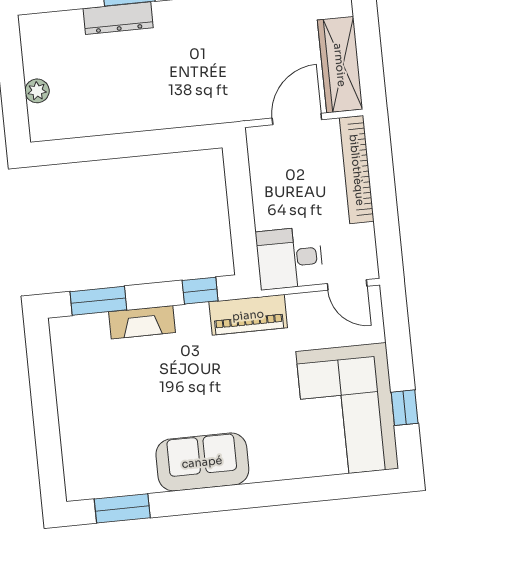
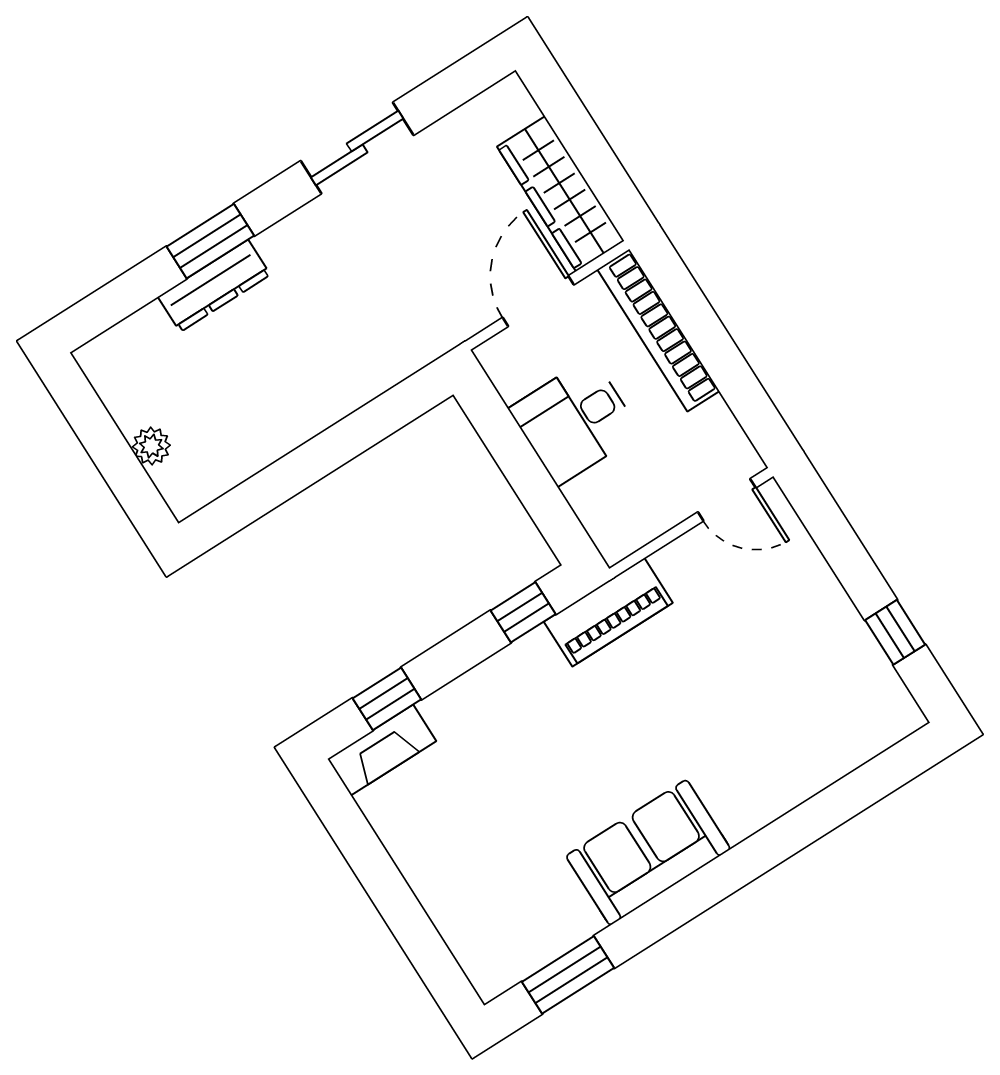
desk: (290, 258) -> (575, 421), moved
window: (98, 301) -> (387, 699), width x0.67
fireplace: (142, 322) -> (382, 750), moved
corner sofa: (347, 410) -> (816, 676), removed

